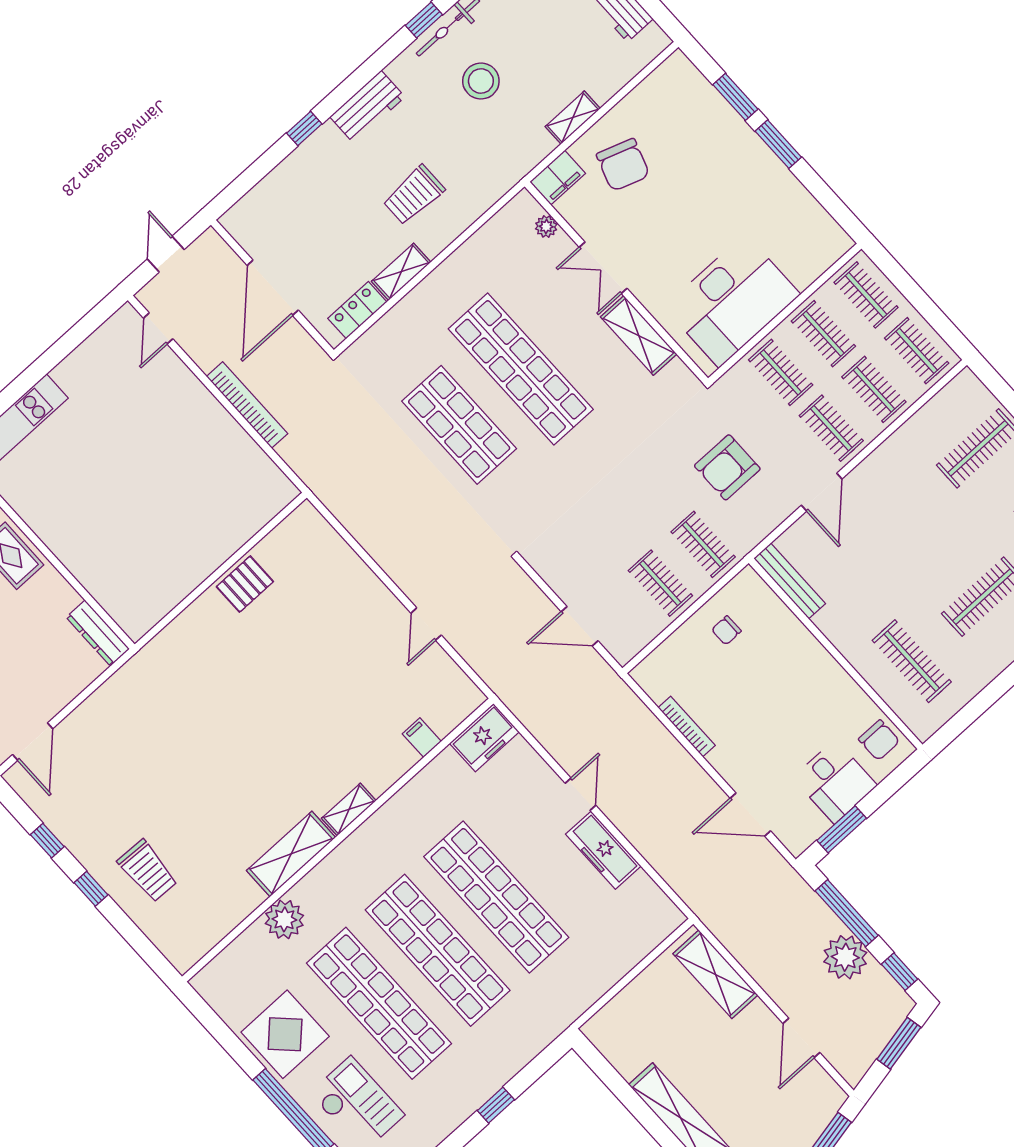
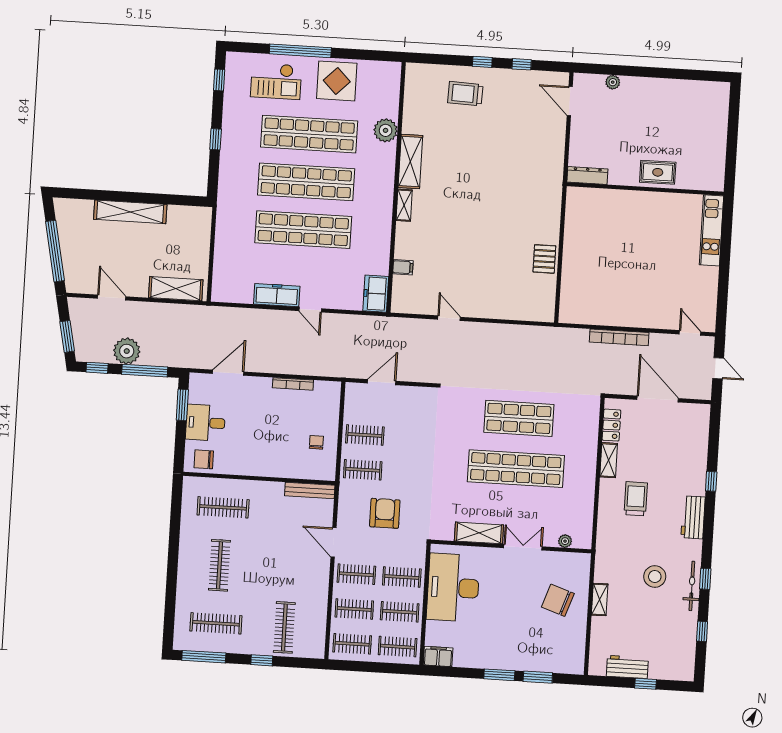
filing cabinet: (558, 178) -> (438, 656), moved, turned 90

